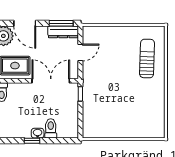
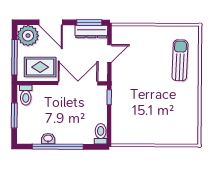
toilet: (51, 128) -> (101, 134), moved
washbasin: (38, 133) -> (48, 139), moved
window: (32, 141) -> (58, 147), width x3.17

